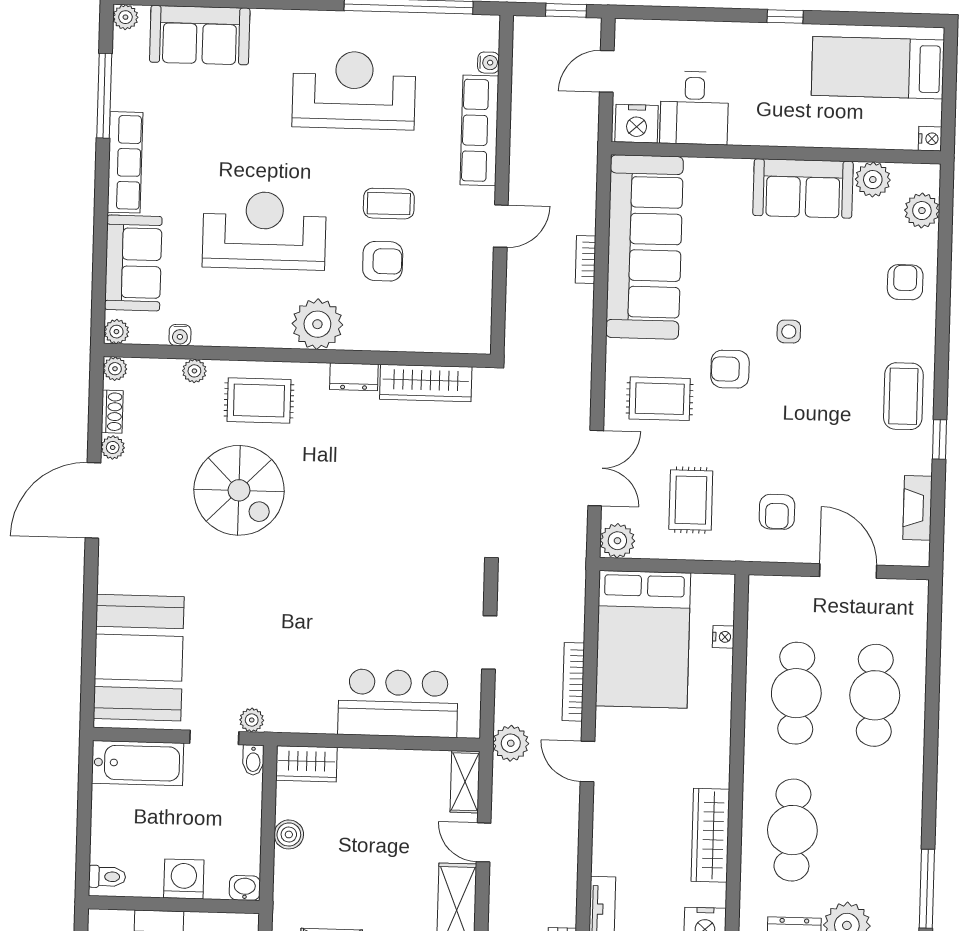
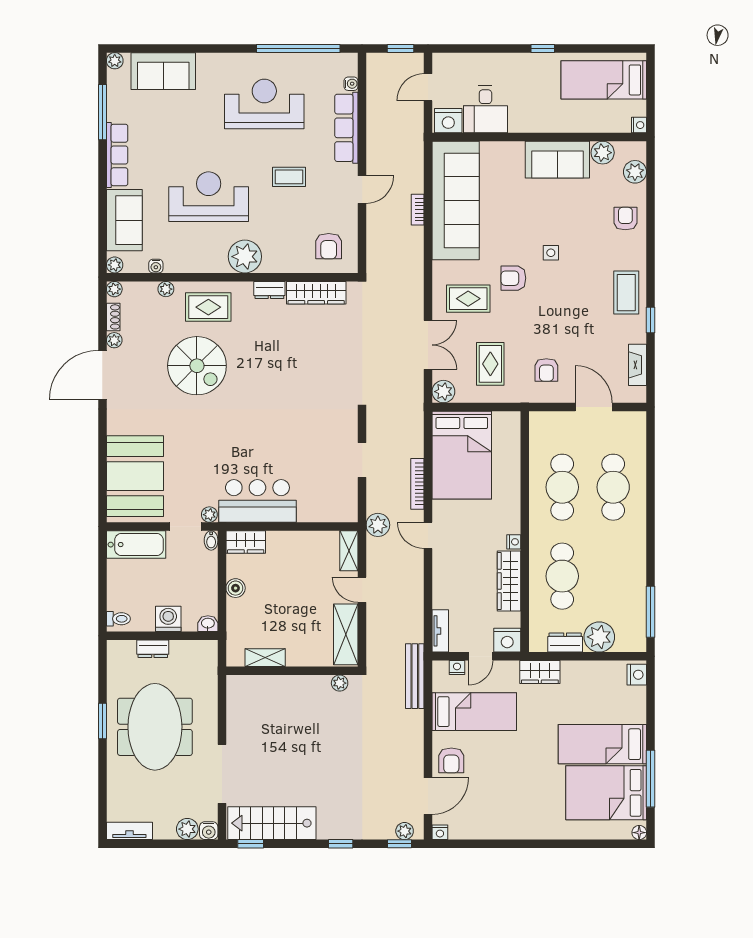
armchair: (383, 261) -> (329, 246), moved, turned 90
nightstand: (723, 637) -> (514, 542), moved
bar counter: (398, 703) -> (257, 501), moved

